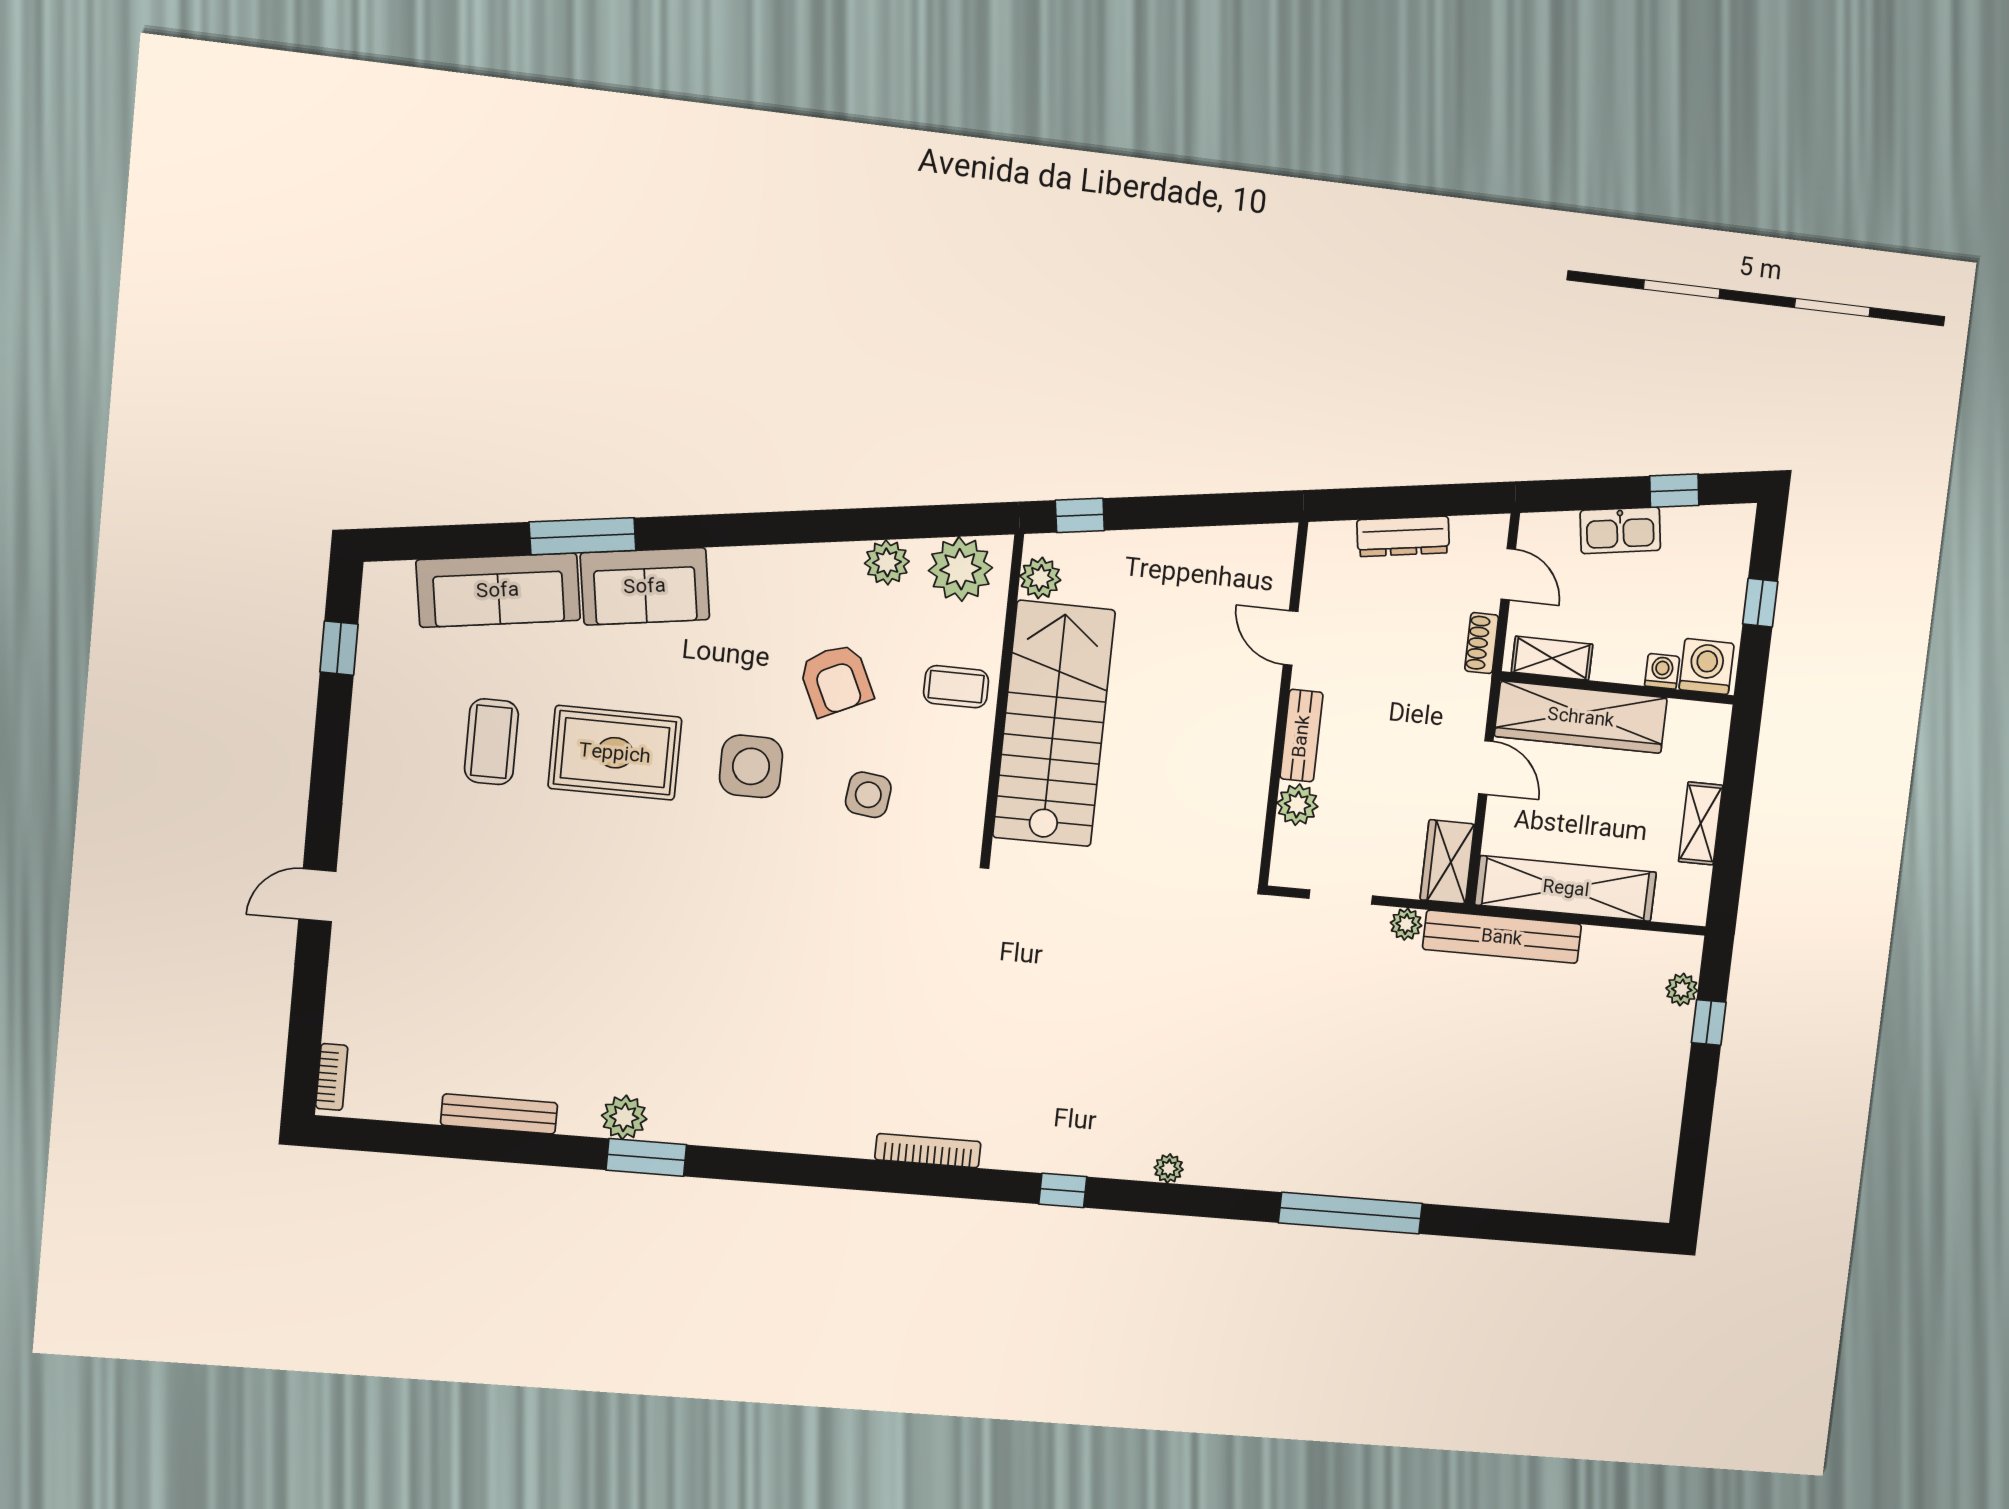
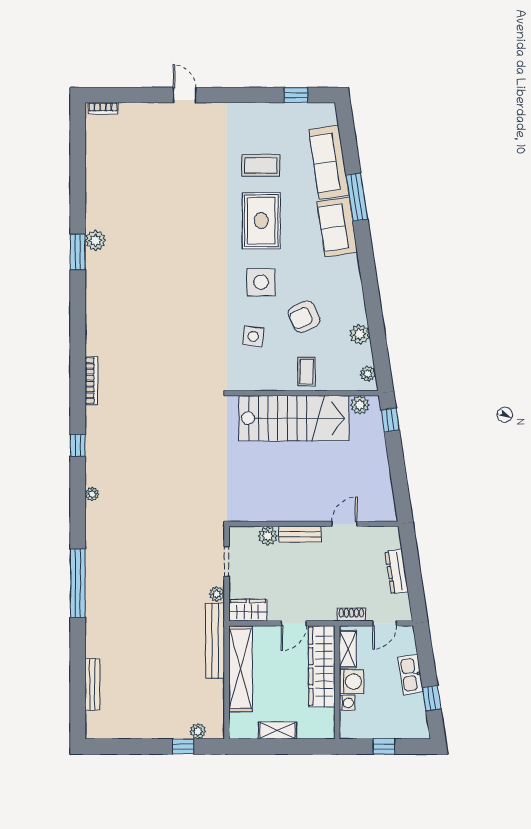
plant: (960, 569) -> (368, 374), width x0.53, depth x0.53
washing machine: (1707, 667) -> (351, 681), moved
bench: (499, 1114) -> (92, 684), moved

